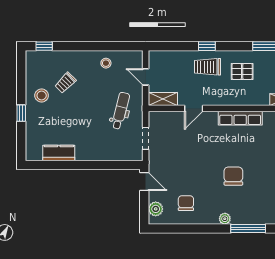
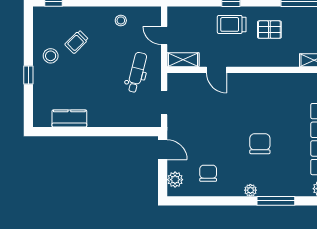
door: (194, 108) -> (217, 70), hinge flipped
row of seats: (240, 118) -> (267, 81), removed

